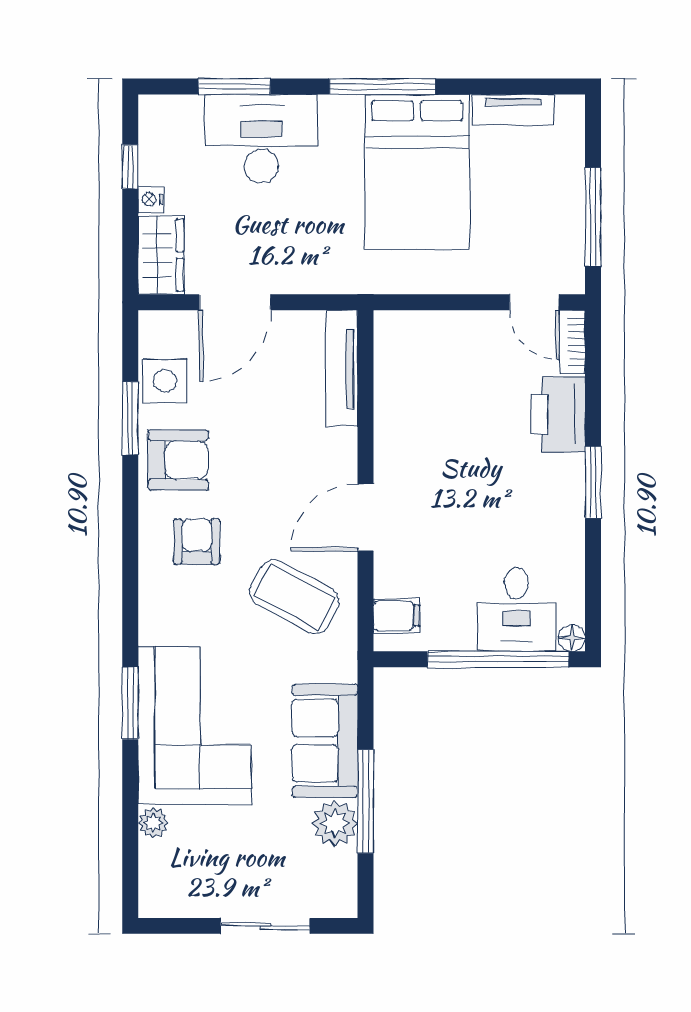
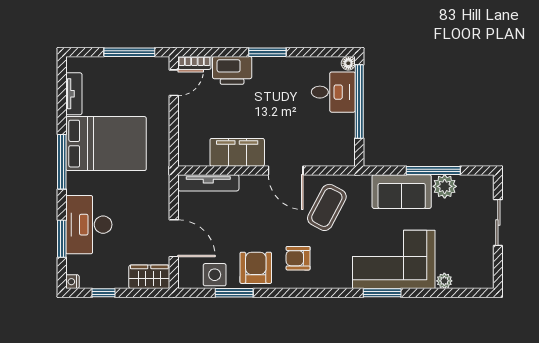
nightstand: (151, 199) -> (72, 282), moved, turned 90
filing cabinet: (397, 616) -> (237, 152), moved, width x3.00, depth x1.17

